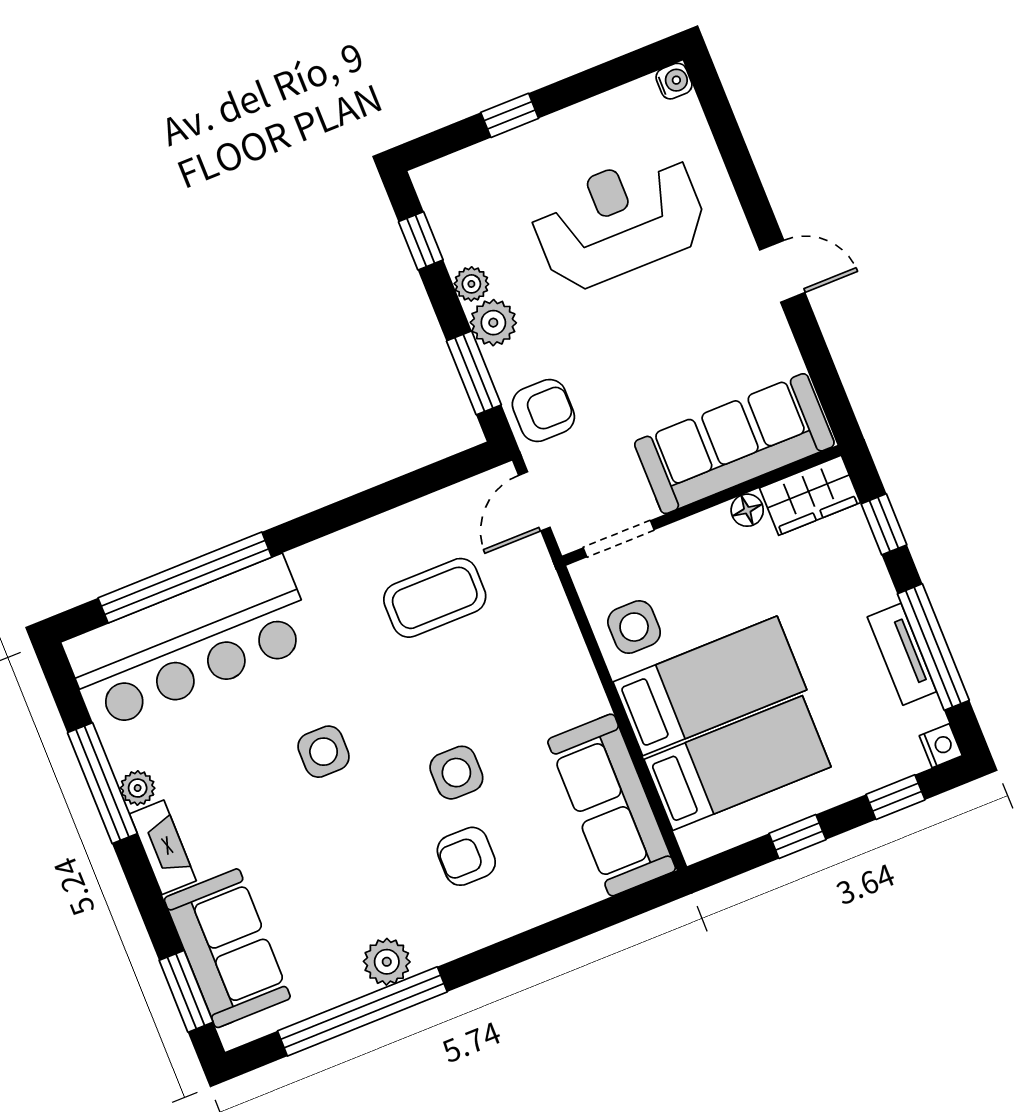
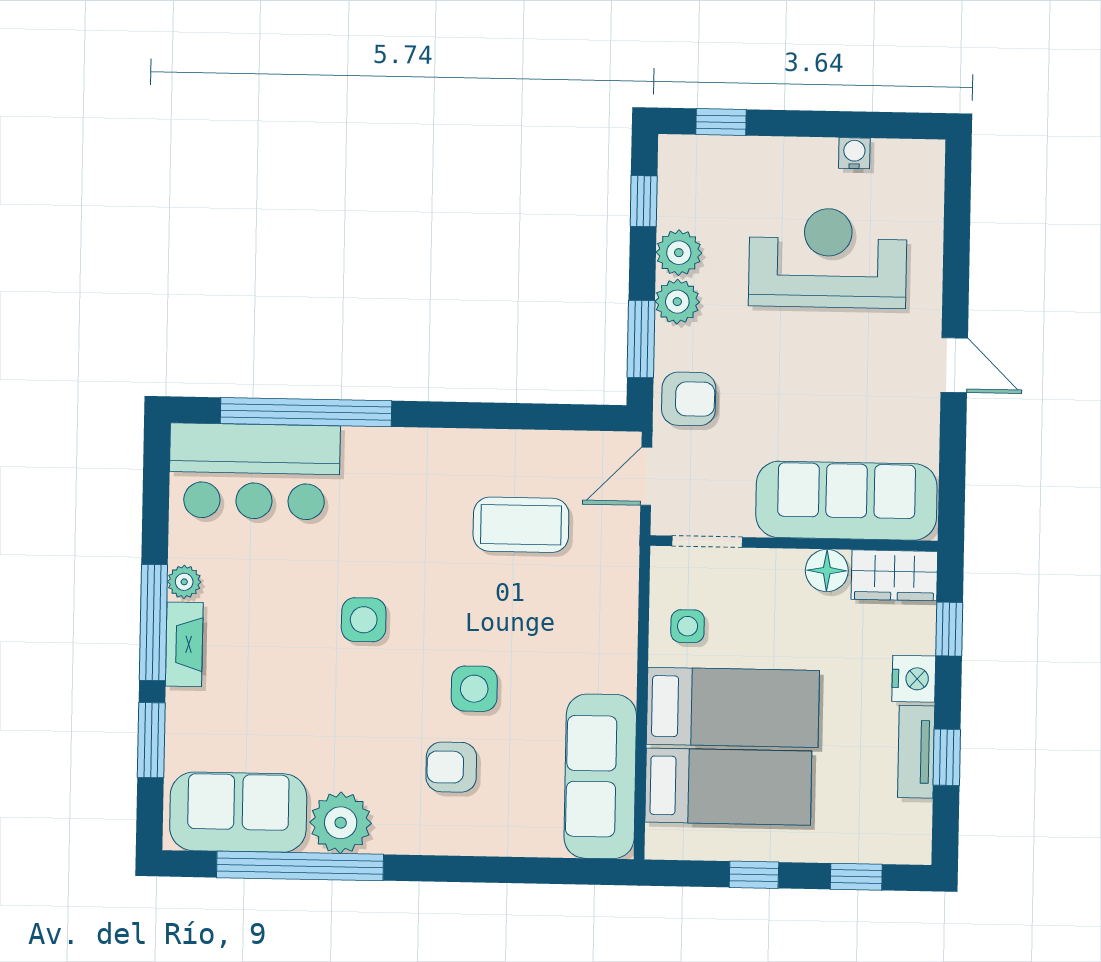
water cooler: (674, 81) -> (854, 153), moved, turned -90
window: (510, 115) -> (721, 122), moved
plant: (471, 284) -> (679, 253), width x1.38, depth x1.38
floor lamp: (747, 510) -> (827, 571), width x1.37, depth x1.37
side table: (634, 627) -> (688, 626), width x0.73, depth x0.73
bar counter: (190, 643) -> (255, 471), width x0.73
window: (933, 647) -> (947, 757), width x0.46
nightstand: (941, 746) -> (914, 679), moved, width x1.39, depth x1.35
window: (102, 783) -> (153, 622), moved
sofa: (227, 948) -> (238, 812), moved, turned -90
plant: (387, 962) -> (341, 823), width x1.36, depth x1.36
window: (186, 991) -> (151, 740), moved

